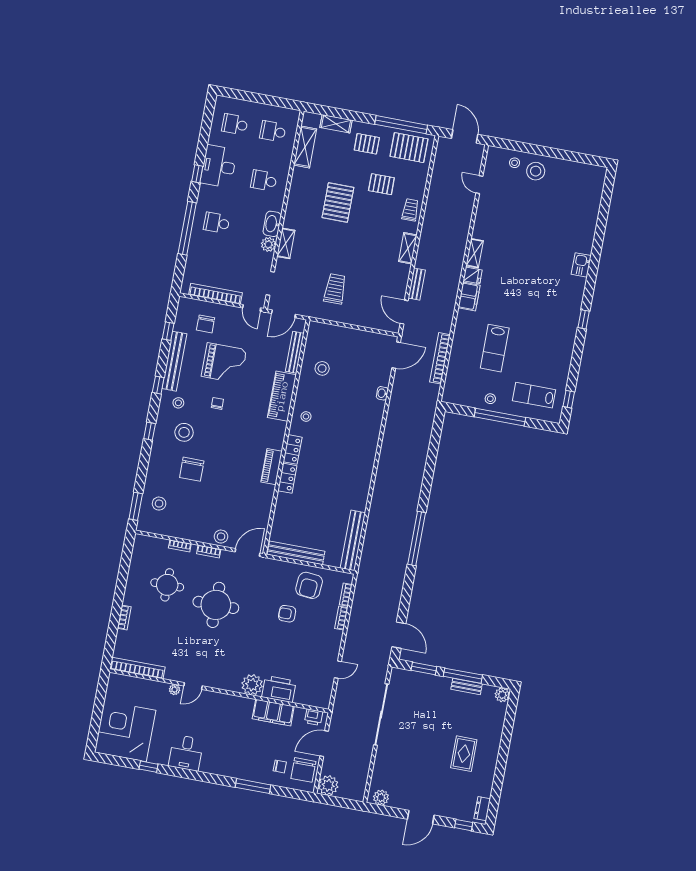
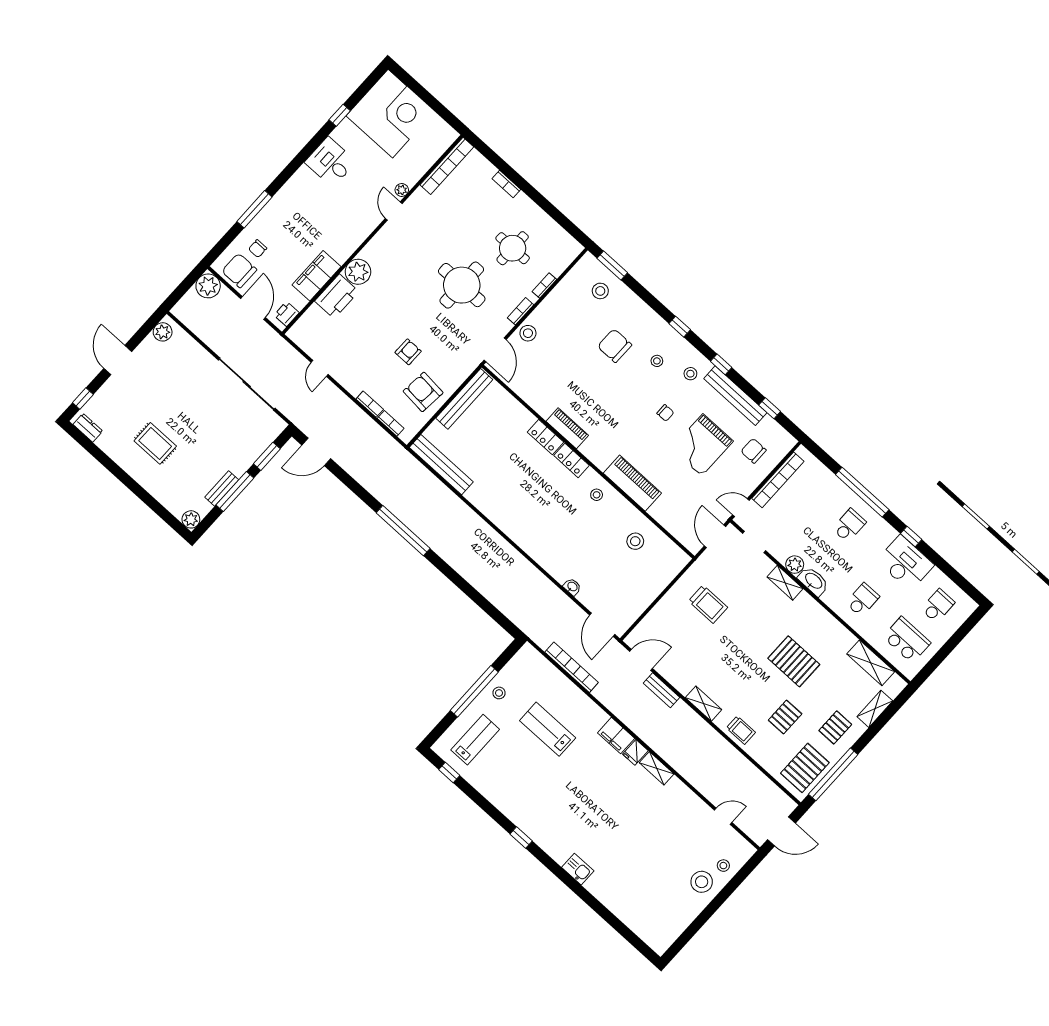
school desk: (273, 131) -> (907, 640), width x1.85
bench: (295, 352) -> (669, 524), removed
stool: (184, 432) -> (657, 361), width x0.53, depth x0.53

